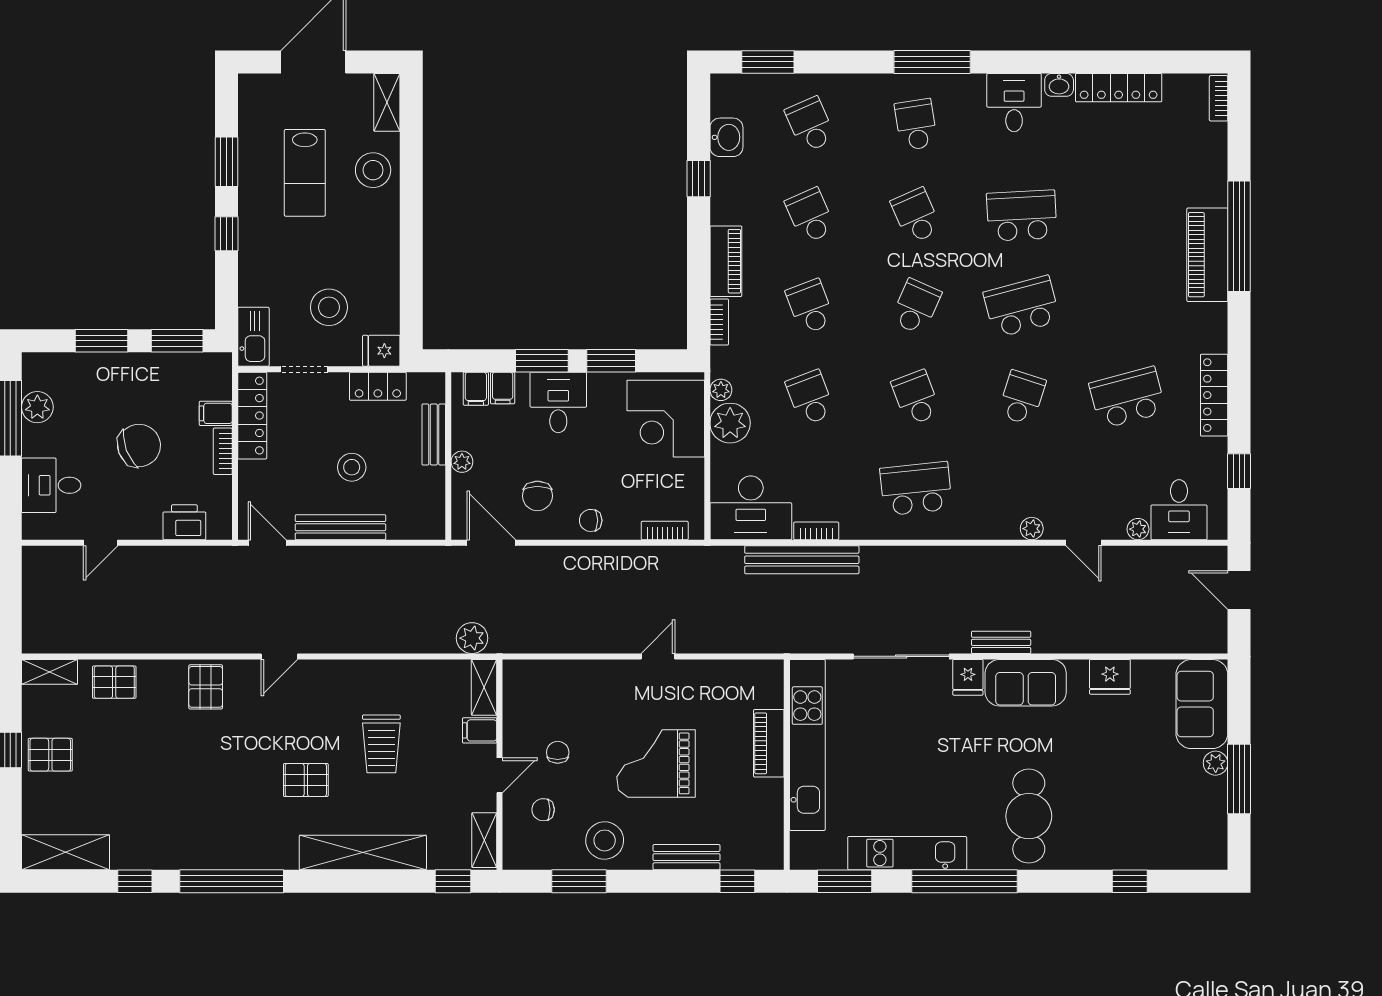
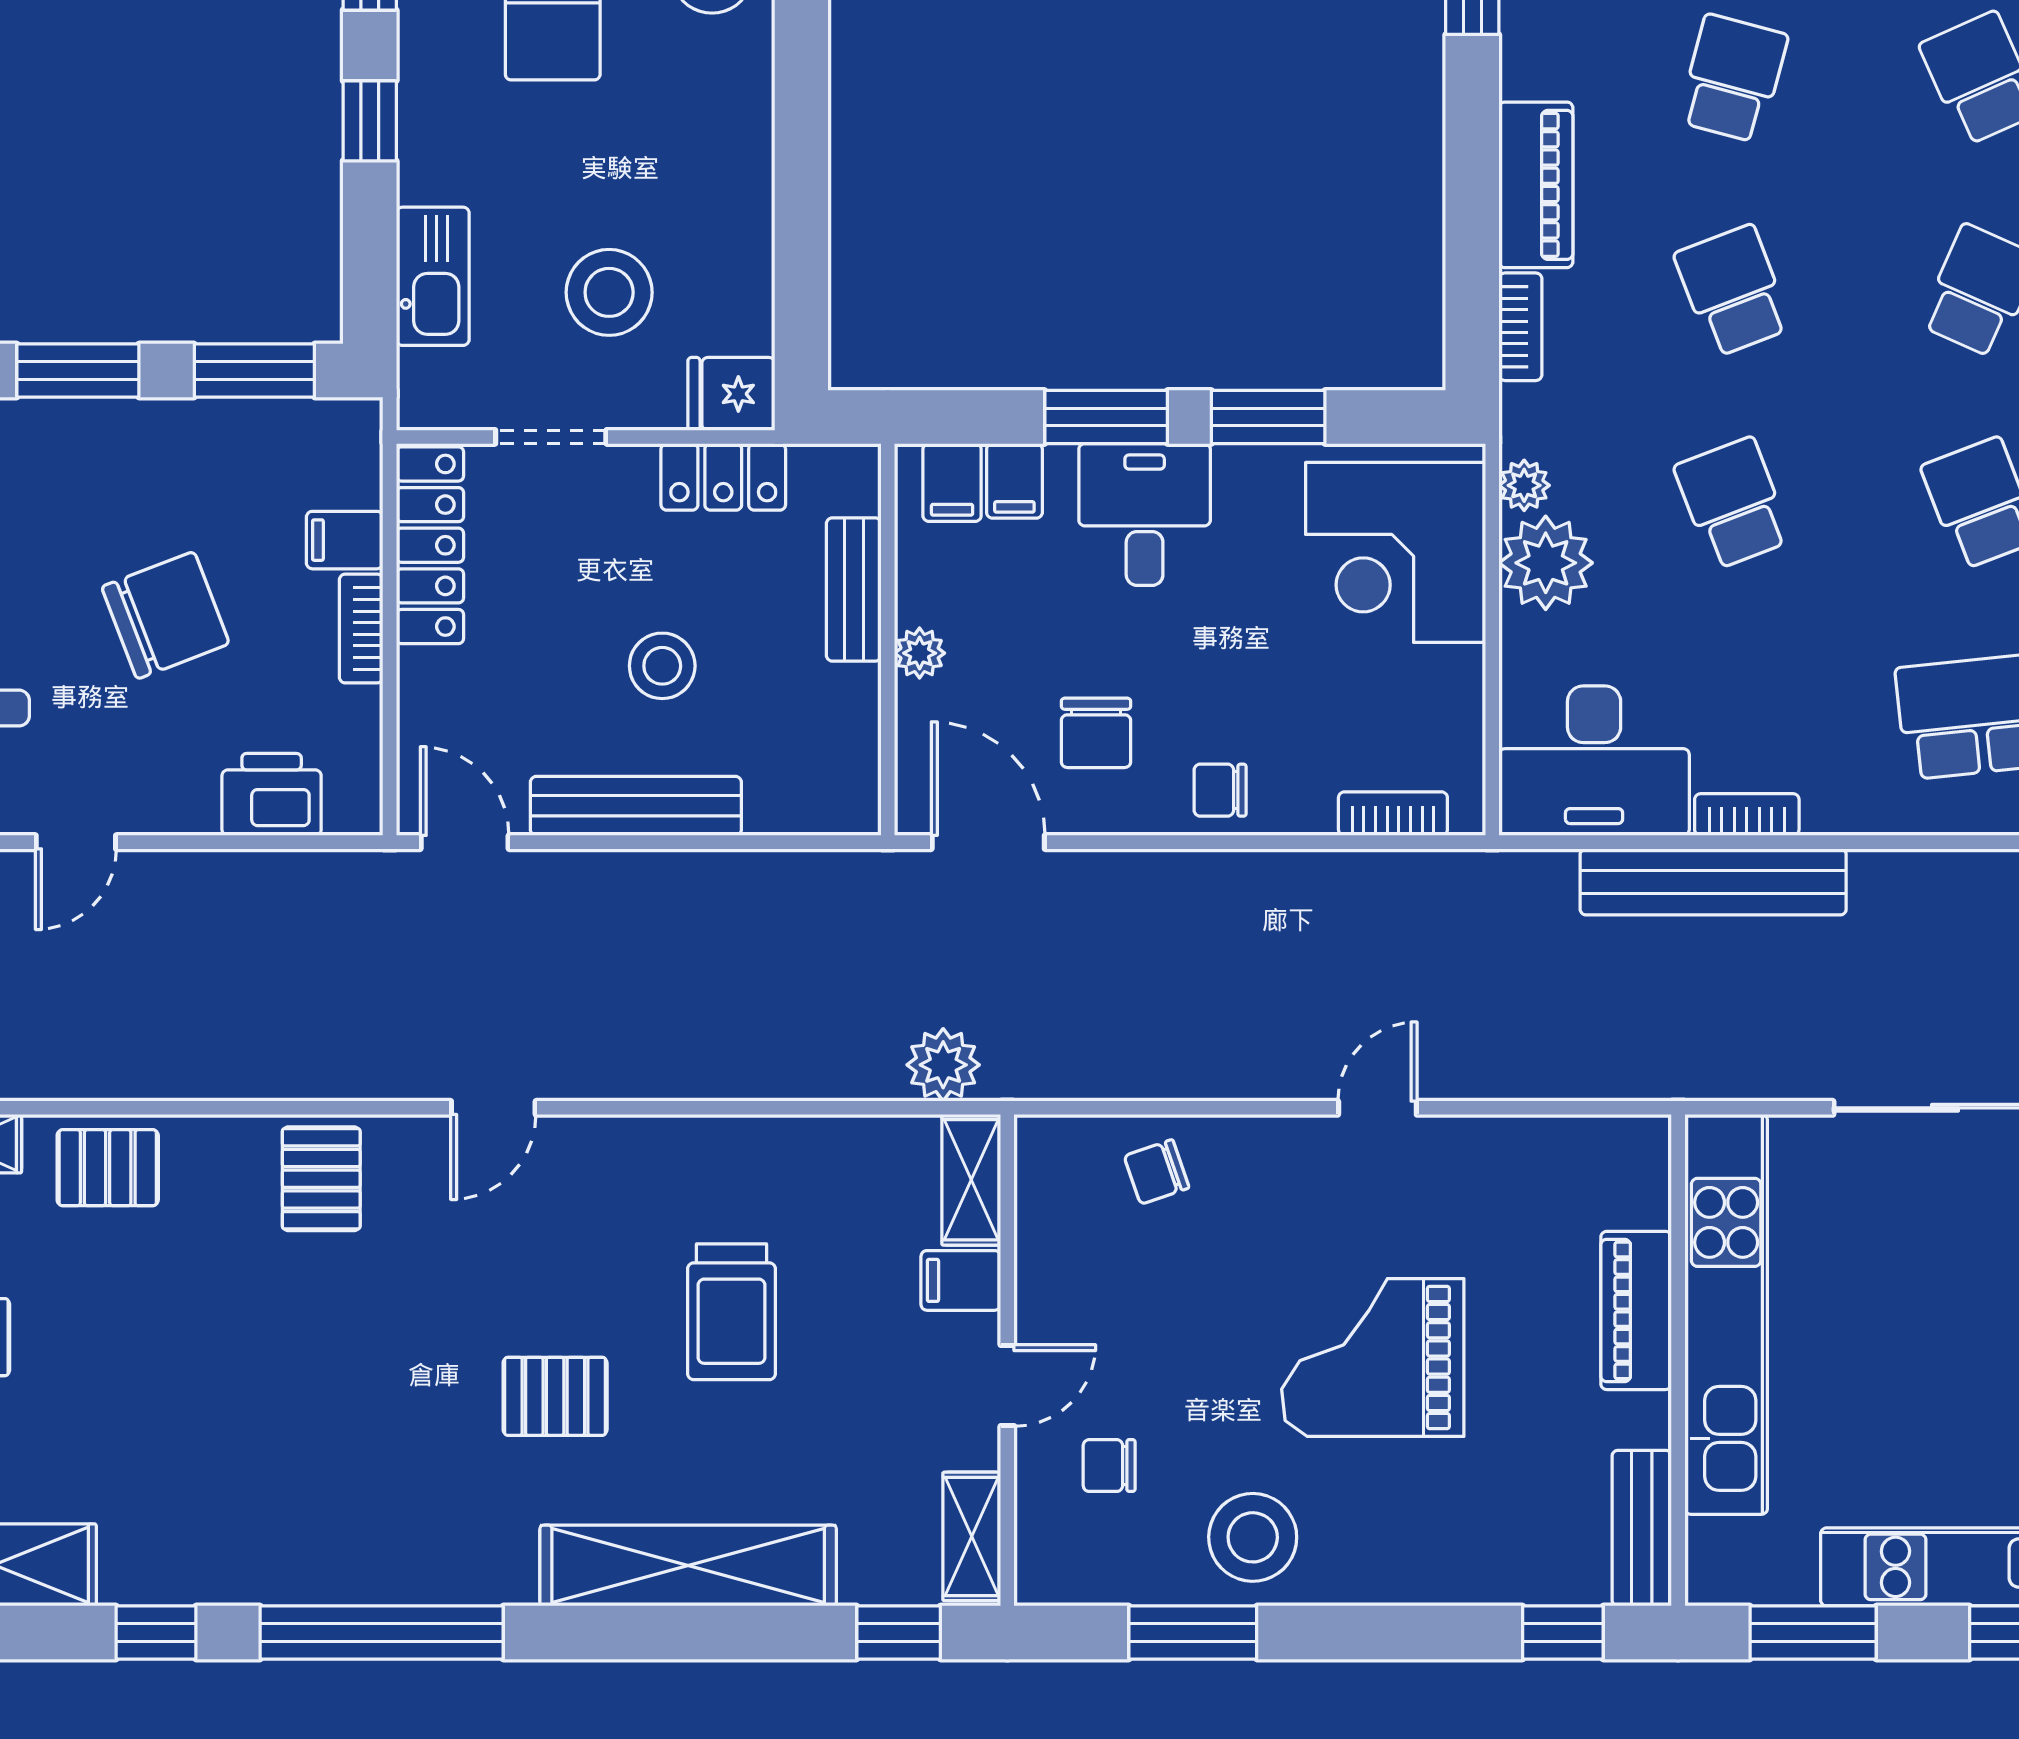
school desk: (810, 216) -> (1733, 78), turned 39
kitchen sink: (253, 337) -> (433, 276), moved
chair: (558, 752) -> (1157, 1172), moved, turned -109
bench: (686, 857) -> (1642, 1528), moved, turned 90

